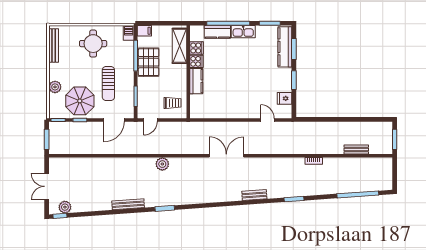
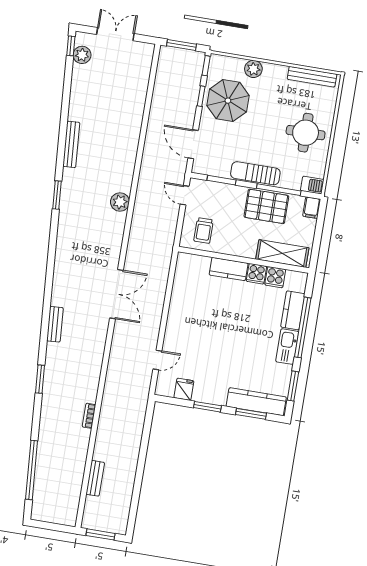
sun lounger: (108, 83) -> (255, 173), moved

